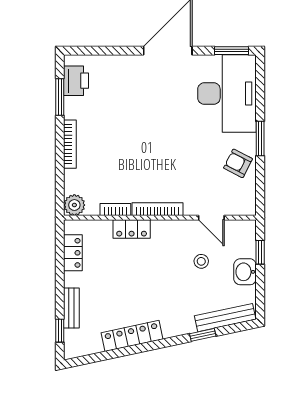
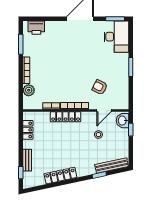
printer: (76, 81) -> (36, 28), moved, turned 90
desk: (227, 94) -> (116, 37), width x0.73, depth x0.77
armchair: (238, 163) -> (100, 87), moved
plant: (74, 205) -> (29, 90), moved
door: (211, 218) -> (104, 111), hinge flipped
locker: (132, 229) -> (66, 117), width x1.53
washbasin: (245, 272) -> (123, 121), moved

